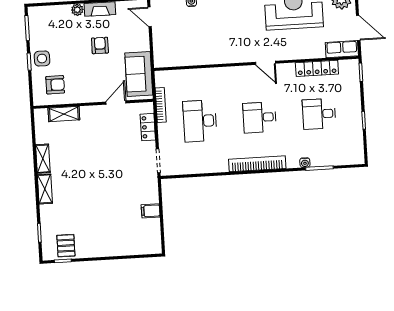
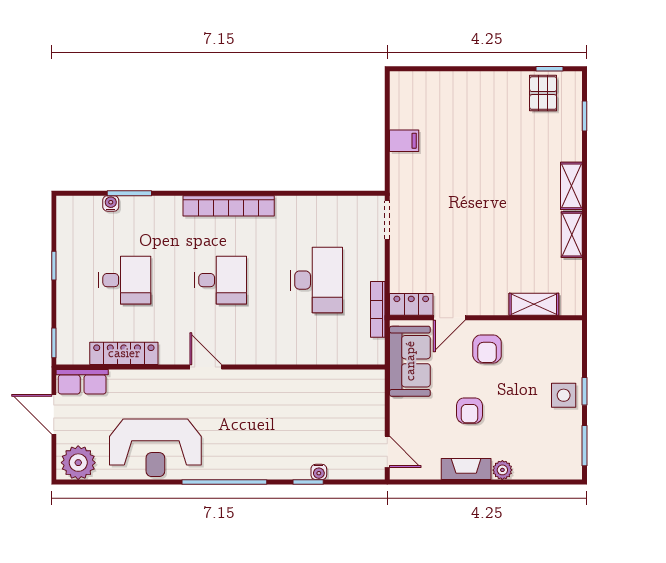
armchair: (55, 85) -> (487, 349), moved, turned -90
locker: (148, 127) -> (411, 304), moved, turned -90
water cooler: (305, 163) -> (111, 203), moved

